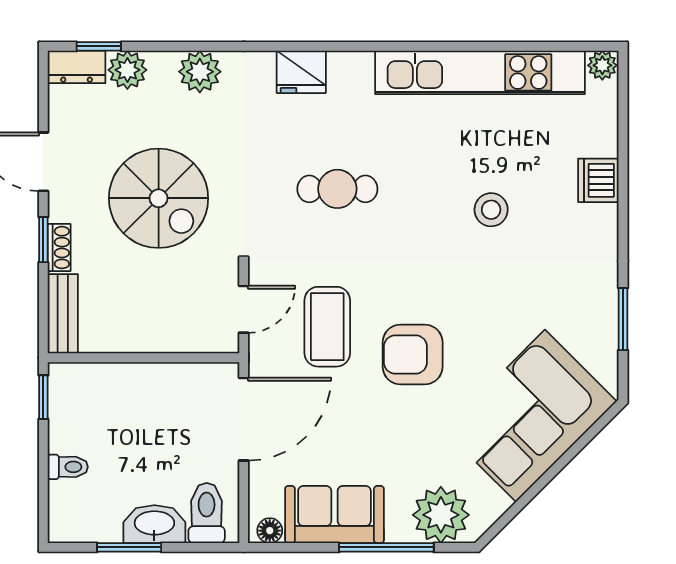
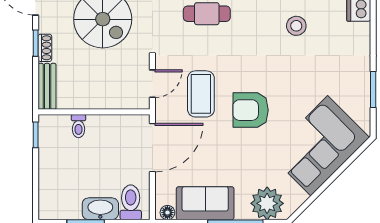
toilet: (68, 467) -> (79, 126), moved, turned 90

